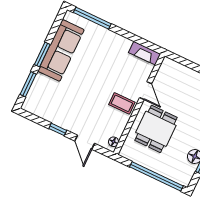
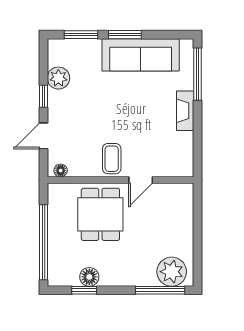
fireplace: (145, 53) -> (185, 111), moved
plant: (50, 113) -> (58, 78), added
dining table: (156, 129) -> (100, 214), turned 90

